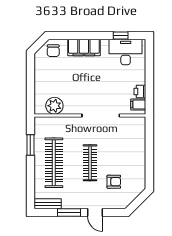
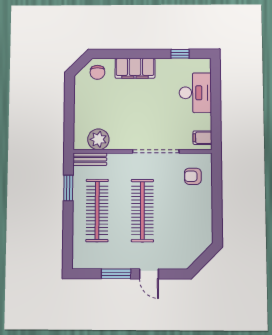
desk: (126, 52) -> (195, 93), moved, turned 90
printer: (140, 91) -> (204, 122), removed
clothes rail: (90, 163) -> (142, 210), width x1.37, depth x1.31
armchair: (114, 182) -> (193, 176), moved, turned 180
bench: (48, 204) -> (90, 159), moved

